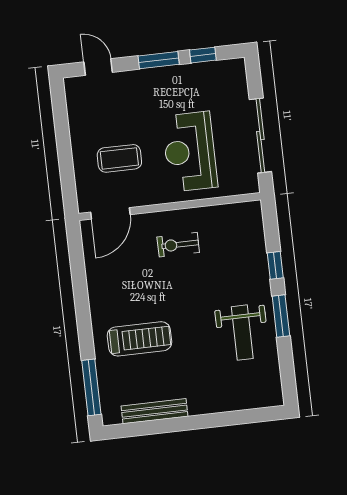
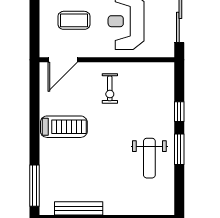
exercise bike: (178, 245) -> (110, 88), turned -90
treadmill: (139, 339) -> (64, 127), moved

